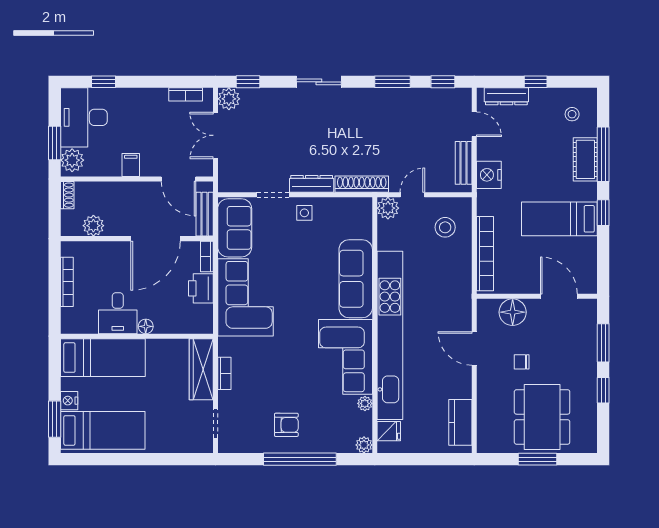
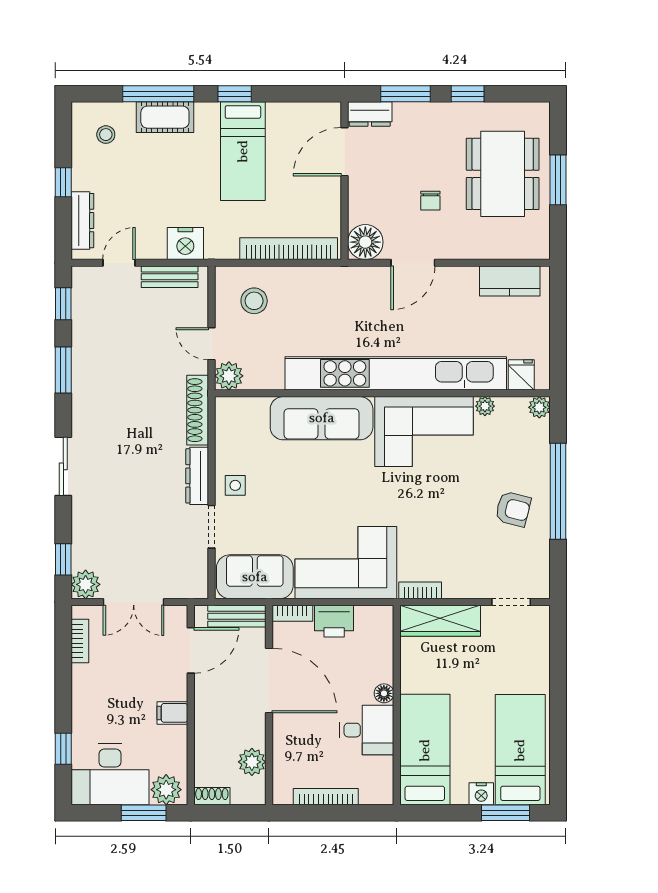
floor lamp: (513, 312) -> (365, 242), moved
dresser: (588, 316) -> (370, 114), added
bookcase: (224, 373) -> (420, 590), moved
dining table: (542, 417) -> (503, 174), turned 90
armchair: (286, 425) -> (513, 509), turned 104

